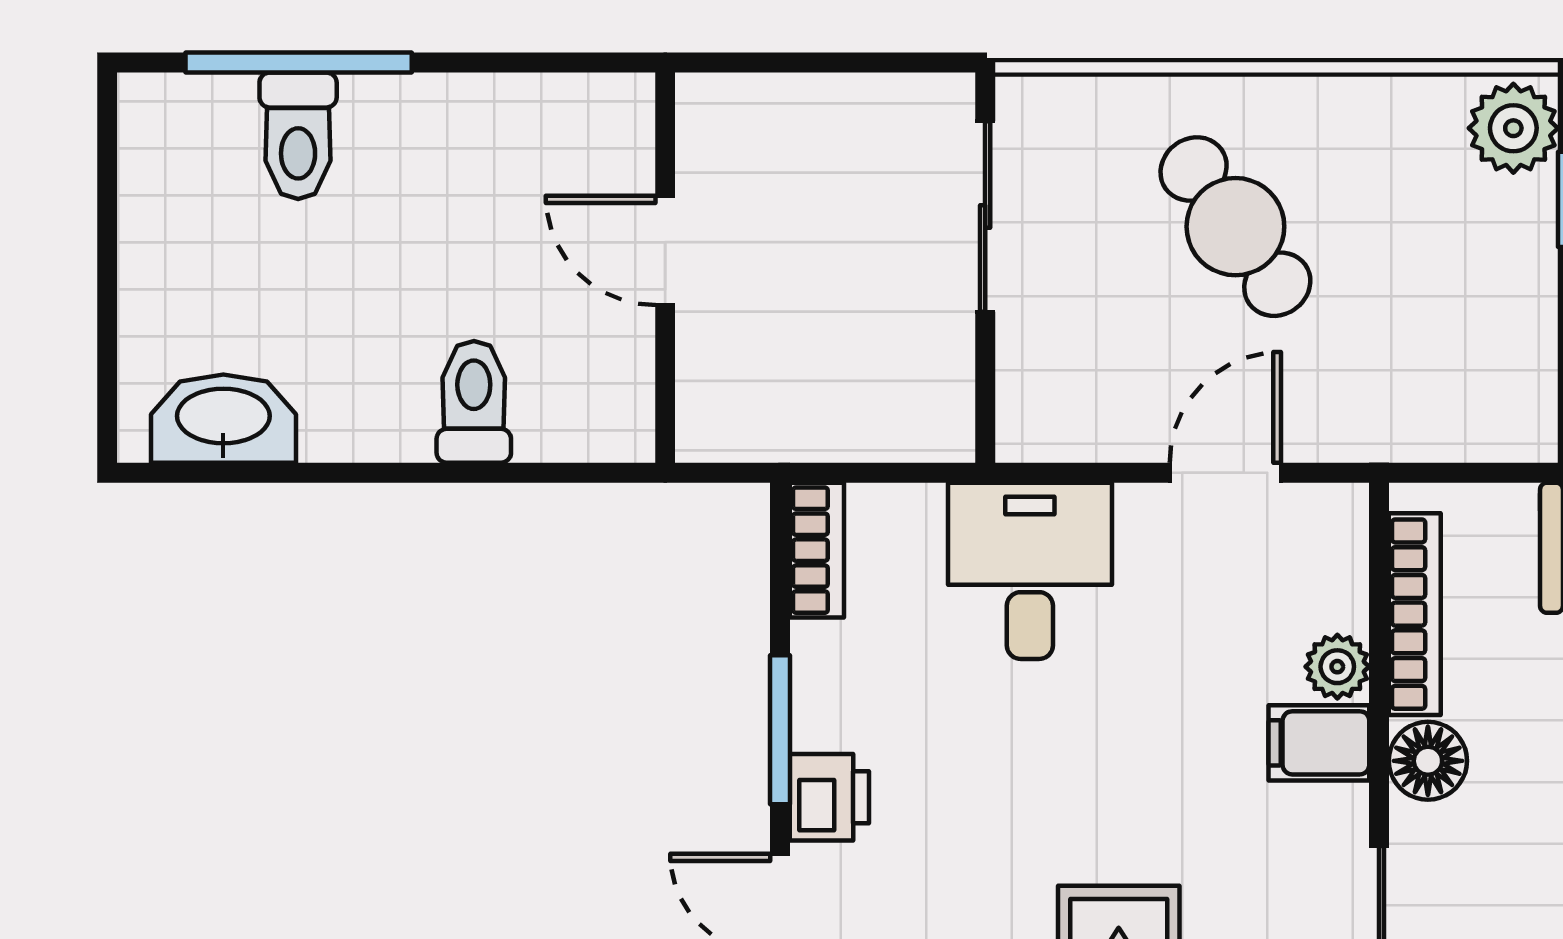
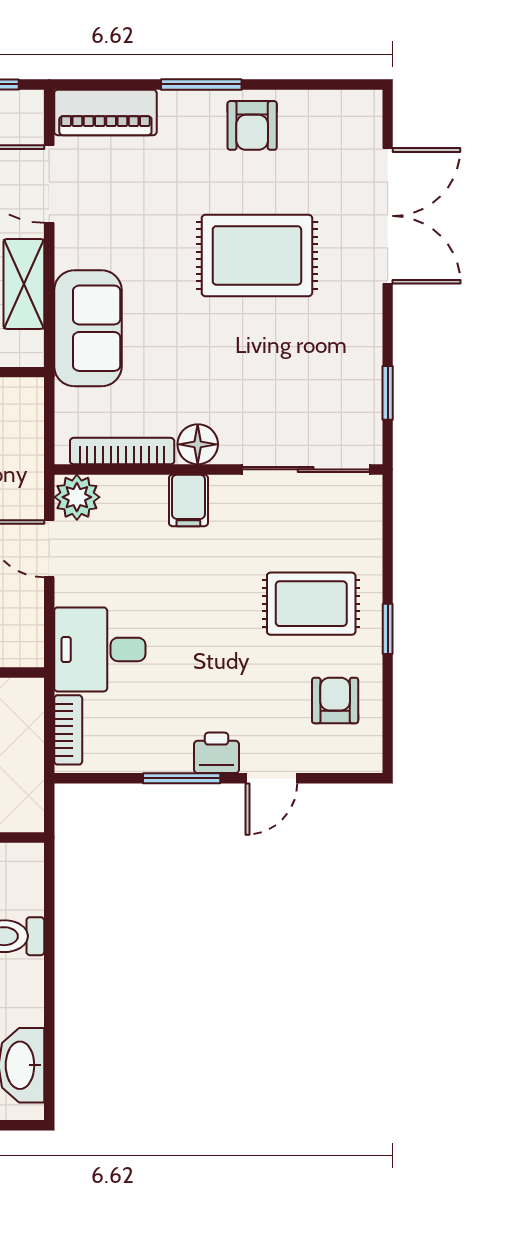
bookcase: (817, 550) -> (68, 730), moved, turned 90
plant: (1337, 667) -> (77, 497), moved, width x1.38, depth x1.38

